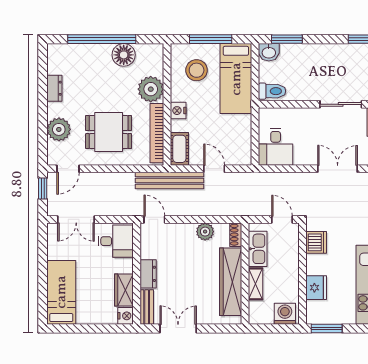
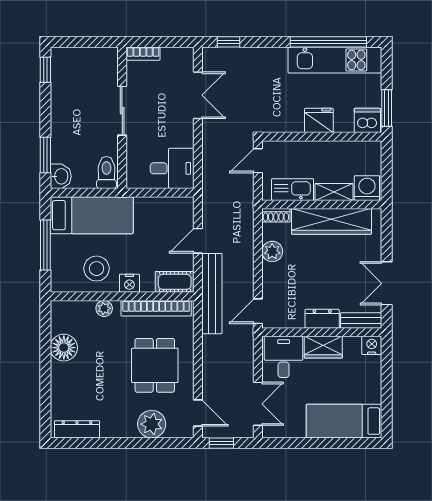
window: (102, 39) -> (45, 373), removed
stool: (197, 70) -> (96, 269), moved
dresser: (54, 88) -> (77, 429), moved, width x1.44
plant: (151, 89) -> (104, 308), width x0.53, depth x0.53
sliding door: (341, 104) -> (122, 111), moved
double door: (338, 169) -> (198, 95), swing flipped
dishwasher: (316, 242) -> (367, 120), moved
fridge: (316, 288) -> (319, 120), moved
wardrobe: (124, 290) -> (323, 347), moved
washing machine: (285, 314) -> (367, 188), moved, turned 90

